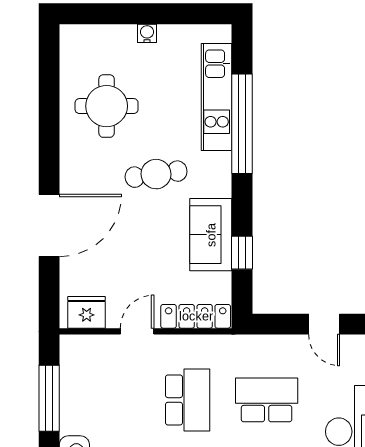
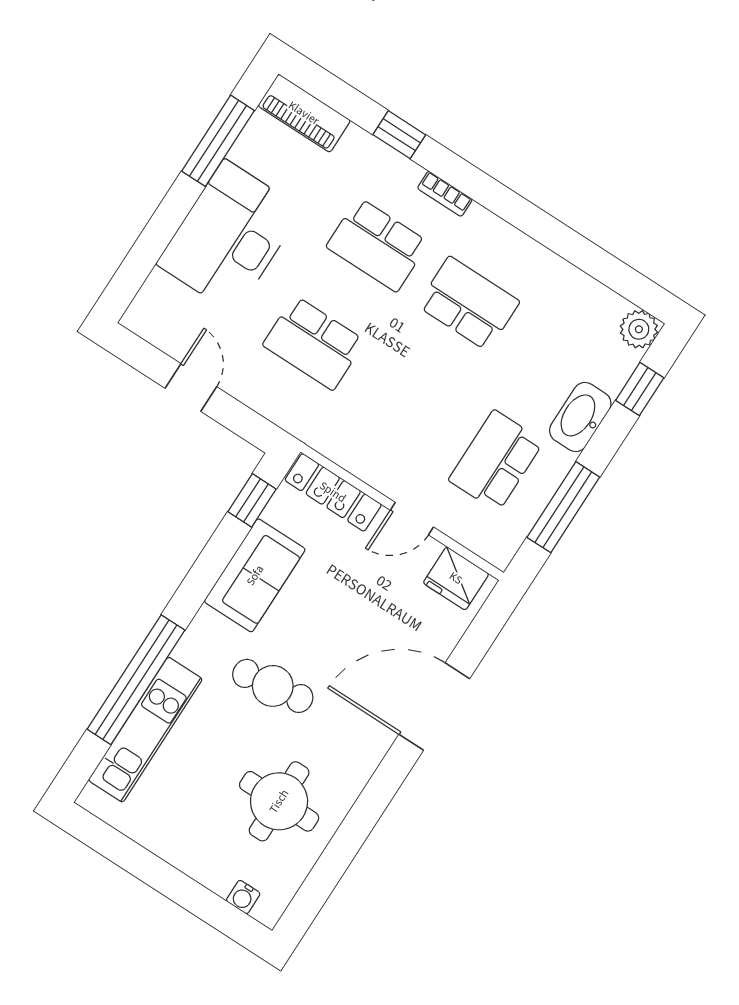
water cooler: (147, 33) -> (243, 897), moved
window: (242, 253) -> (252, 500), moved
school desk: (188, 400) -> (496, 461), moved

